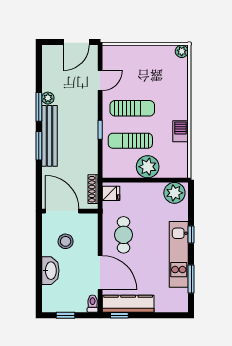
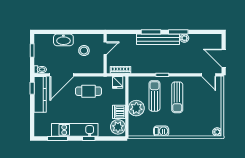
door: (100, 80) -> (209, 75), moved
dishwasher: (153, 191) -> (119, 112), added
door: (62, 211) -> (105, 48), width x0.53

